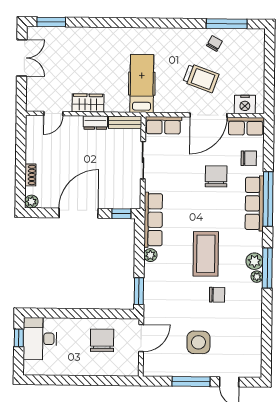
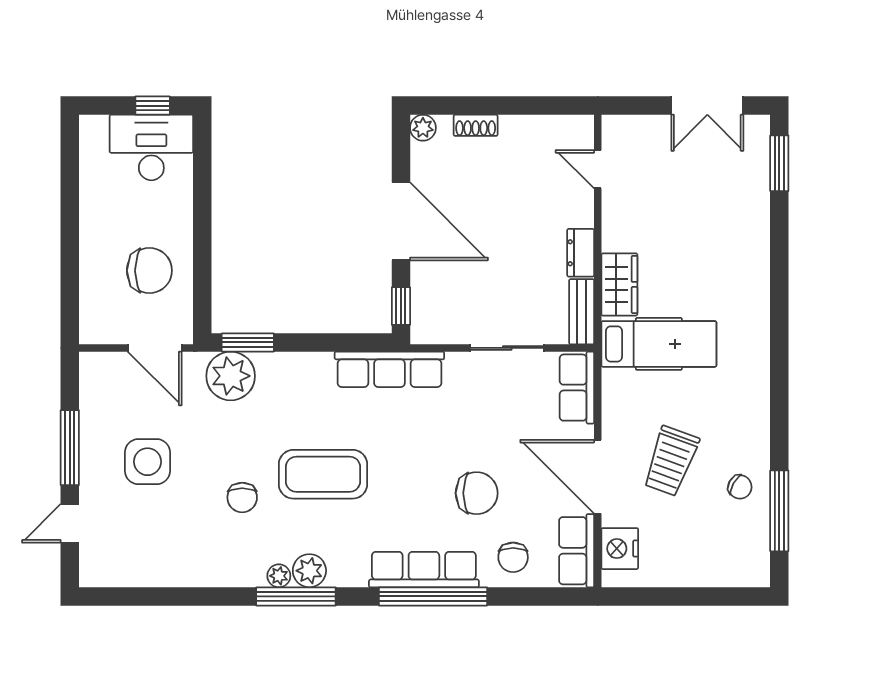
wardrobe: (88, 103) -> (619, 284), moved
plant: (150, 255) -> (231, 376), moved, width x1.87, depth x1.87

